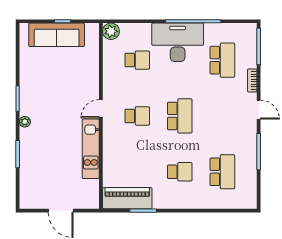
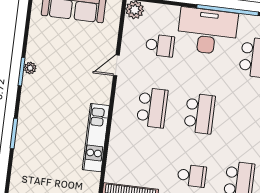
door: (101, 109) -> (116, 65), moved
school desk: (137, 116) -> (152, 108), width x1.85
plant: (25, 122) -> (30, 68), moved

